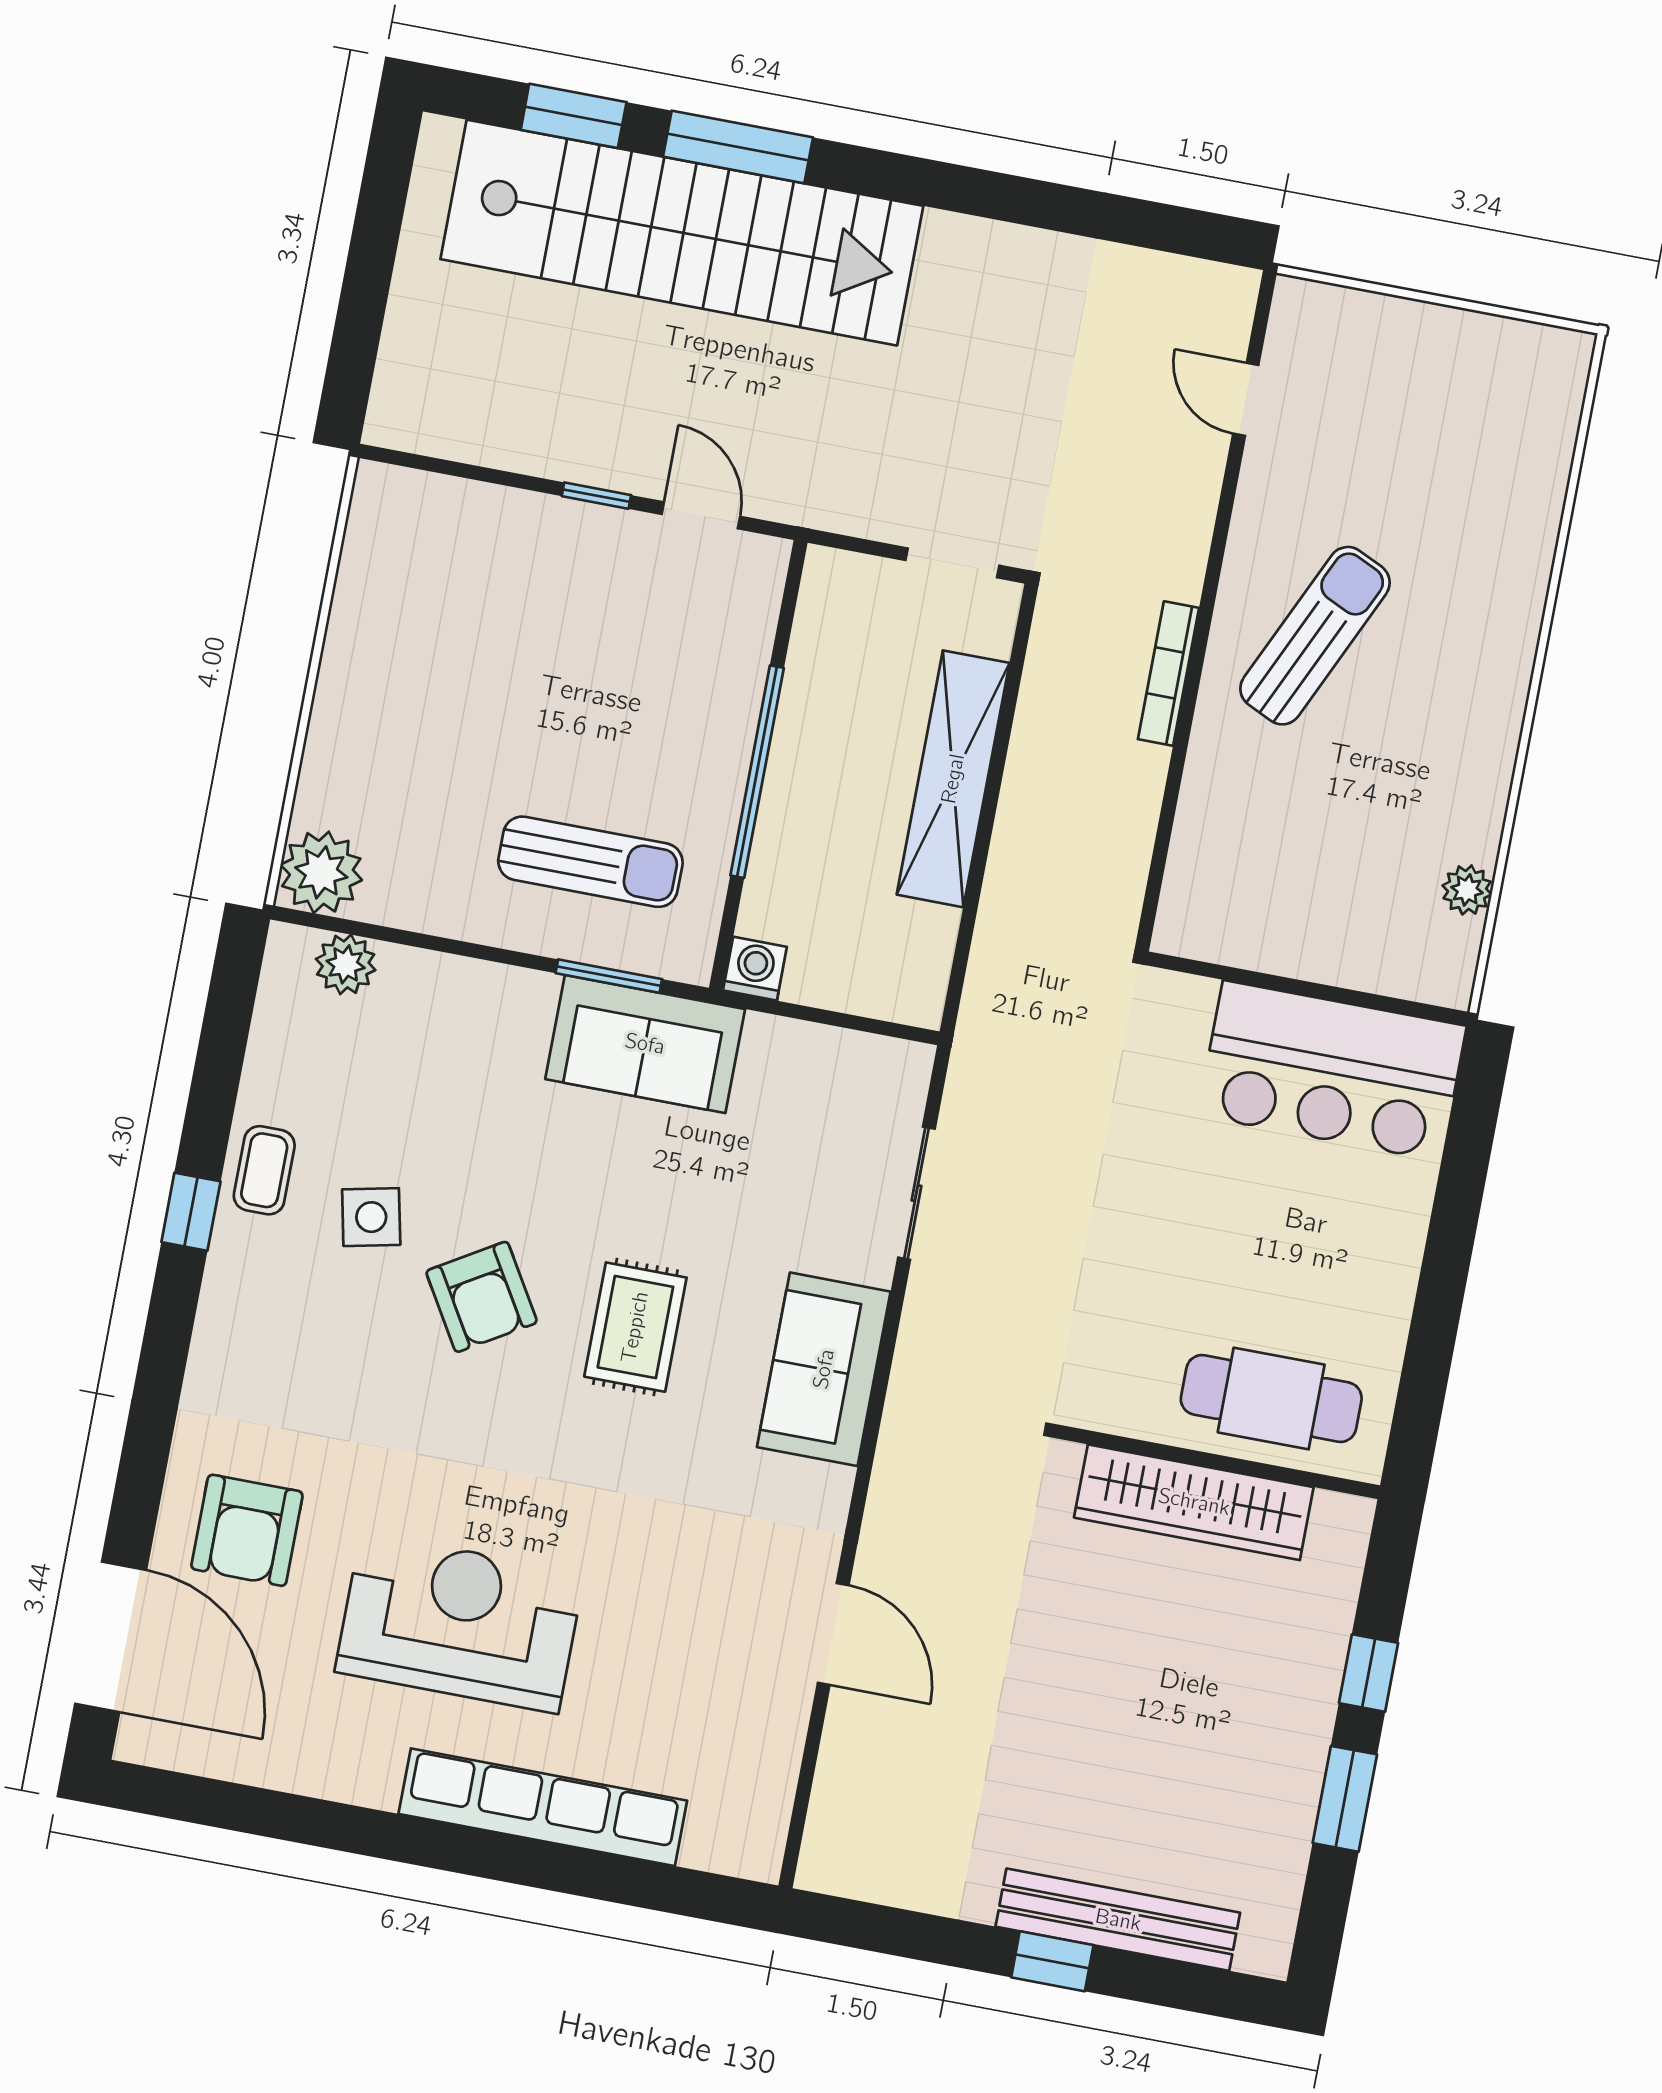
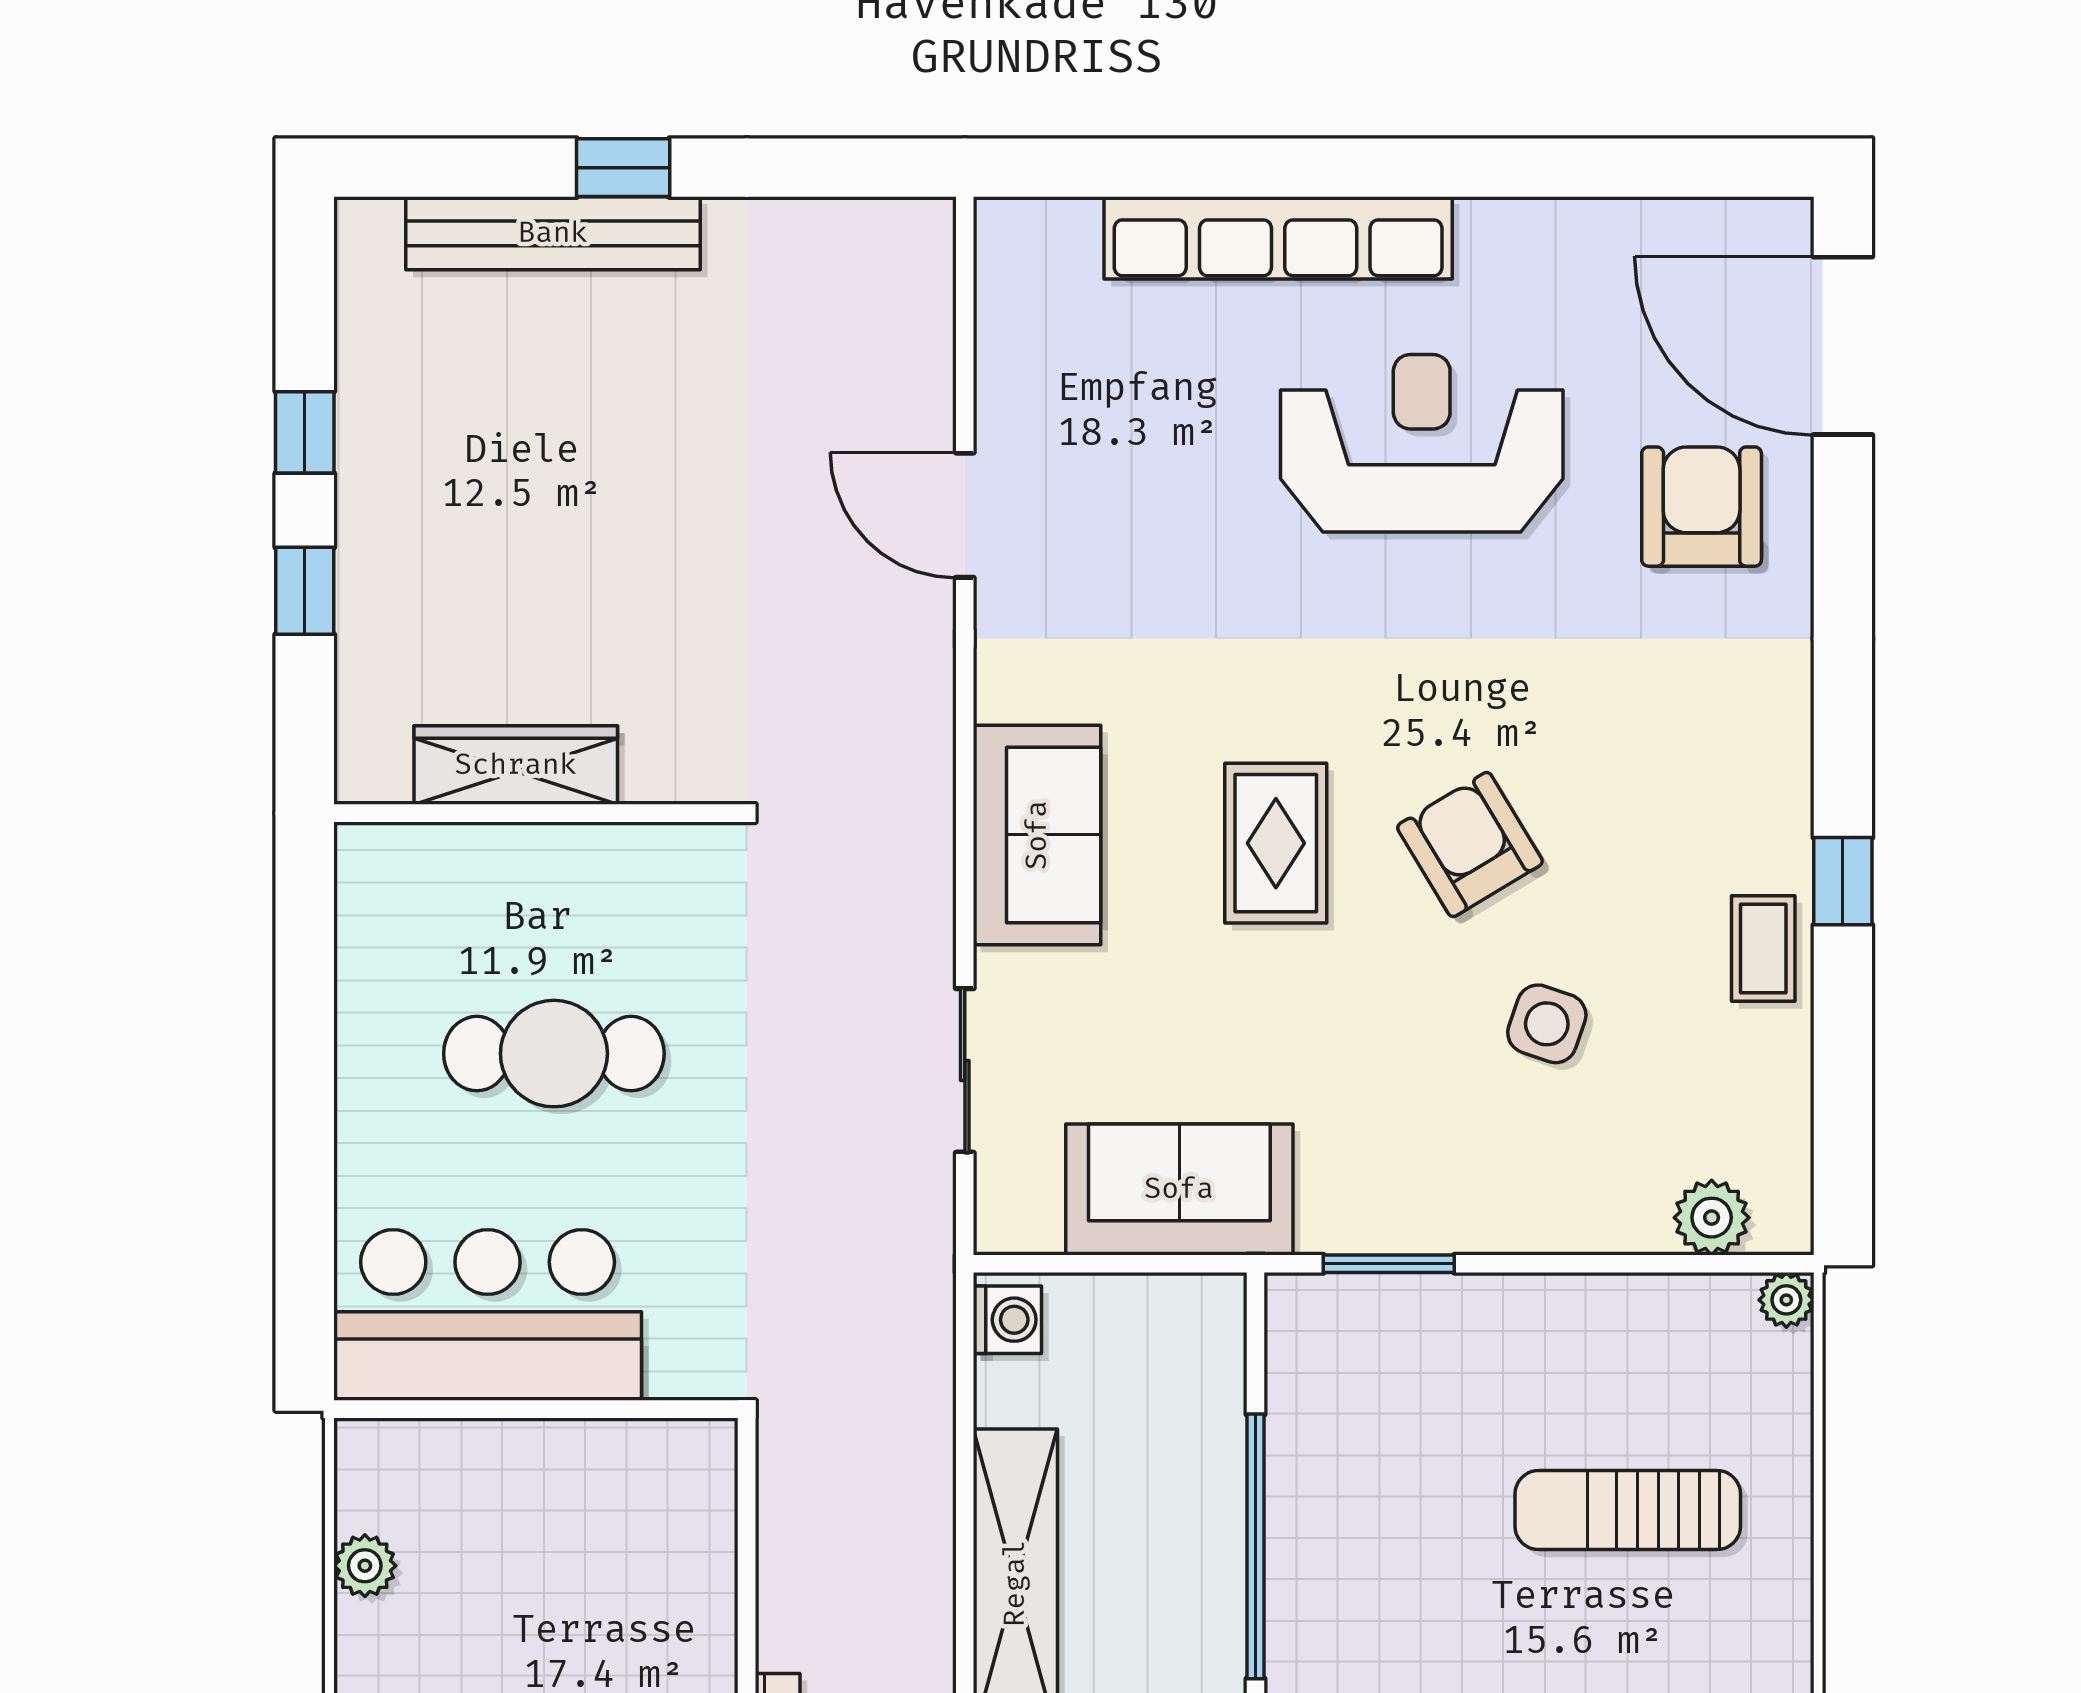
sun lounger: (590, 862) -> (1628, 1510), moved
plant: (321, 872) -> (1786, 1300), width x0.53, depth x0.53
washing machine: (755, 969) -> (1007, 1320), moved, turned -90
sofa: (645, 1044) -> (1179, 1189), moved
side table: (371, 1217) -> (1547, 1024), moved, turned 31
cafe table: (1271, 1398) -> (554, 1054), moved
wardrobe: (1194, 1502) -> (516, 765), width x0.71, depth x0.85
reception desk: (460, 1623) -> (1422, 443), turned 180
window: (1345, 1799) -> (305, 432), width x0.67

